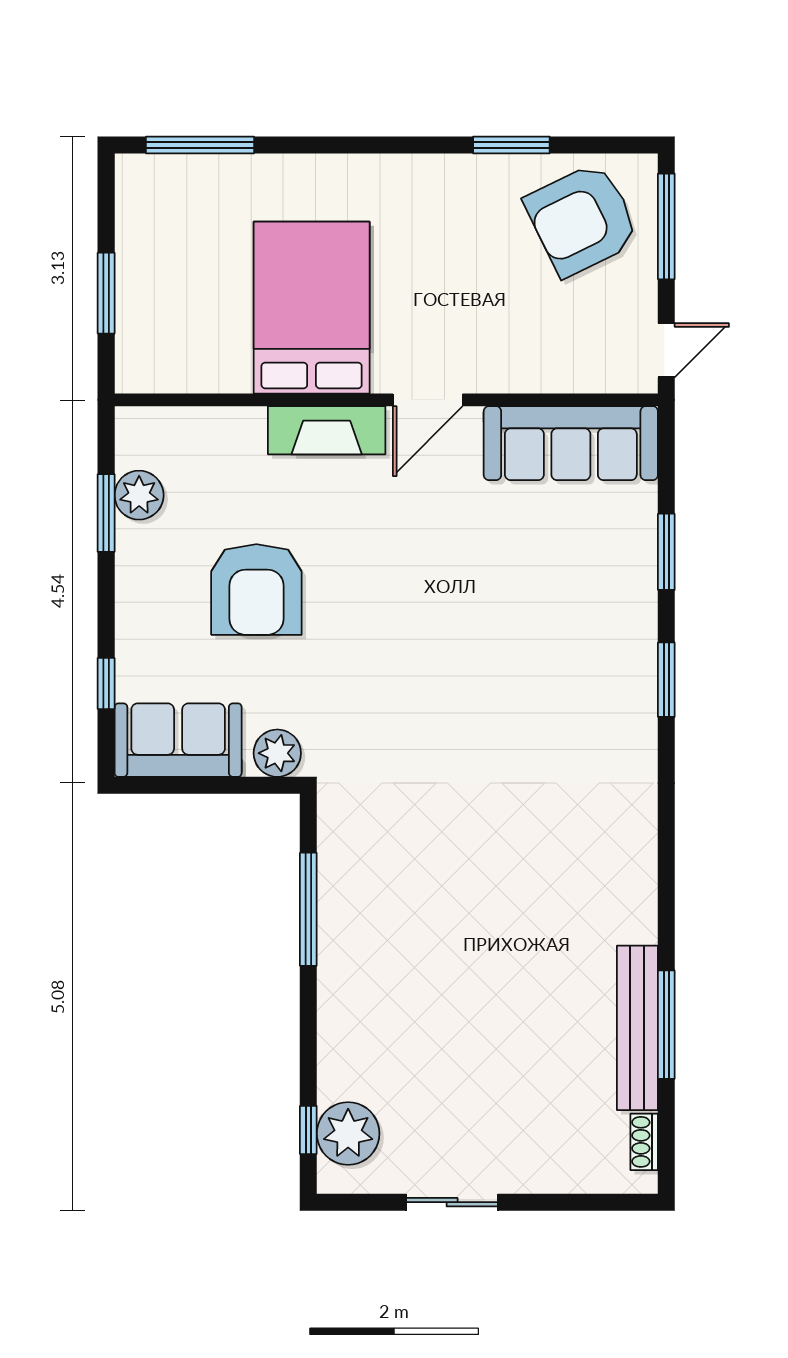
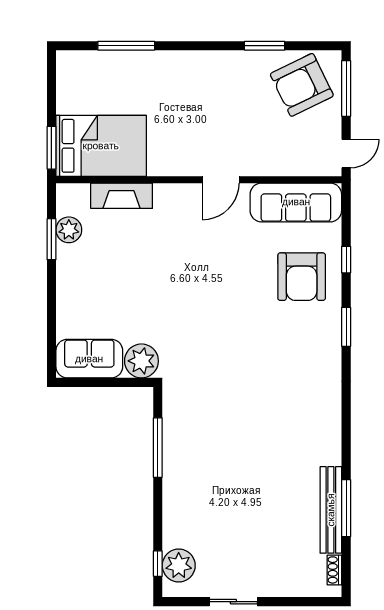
window: (200, 145) -> (126, 46), moved
window: (106, 293) -> (51, 148), moved
bed: (312, 308) -> (101, 146), moved, turned 90
fireplace: (327, 430) -> (122, 196), moved
window: (666, 552) -> (346, 260), width x0.67
armchair: (256, 590) -> (302, 277), moved
window: (106, 683) -> (51, 329), removed
plant: (277, 753) -> (141, 361), width x1.36, depth x1.36

